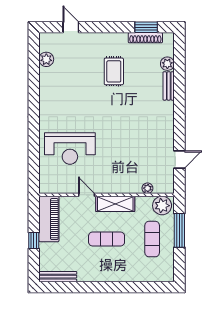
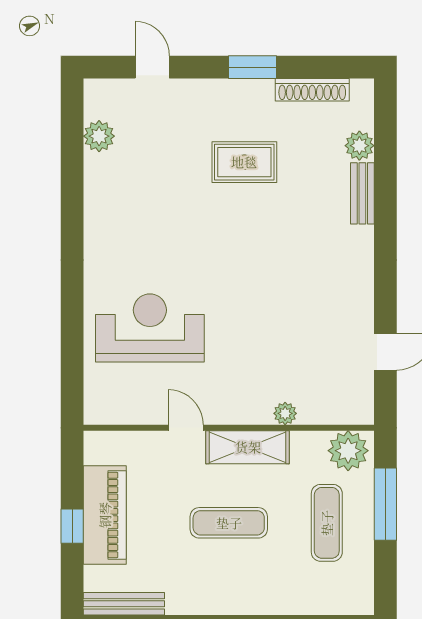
window: (146, 27) -> (253, 67), moved
rug: (114, 71) -> (244, 162), turned 90
reception desk: (70, 148) -> (150, 328), turned 180
plant: (147, 188) -> (285, 413), moved
piano: (49, 219) -> (105, 515), moved

